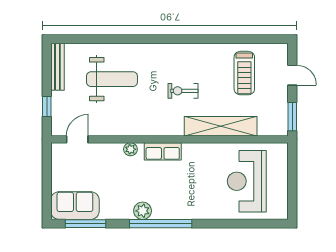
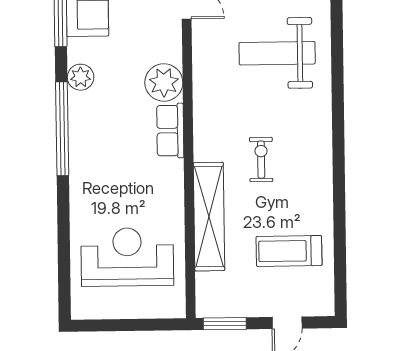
weight bench: (112, 79) -> (277, 53), turned 90
plant: (130, 149) -> (164, 82), width x1.88, depth x1.88
plant: (143, 211) -> (81, 77), moved

